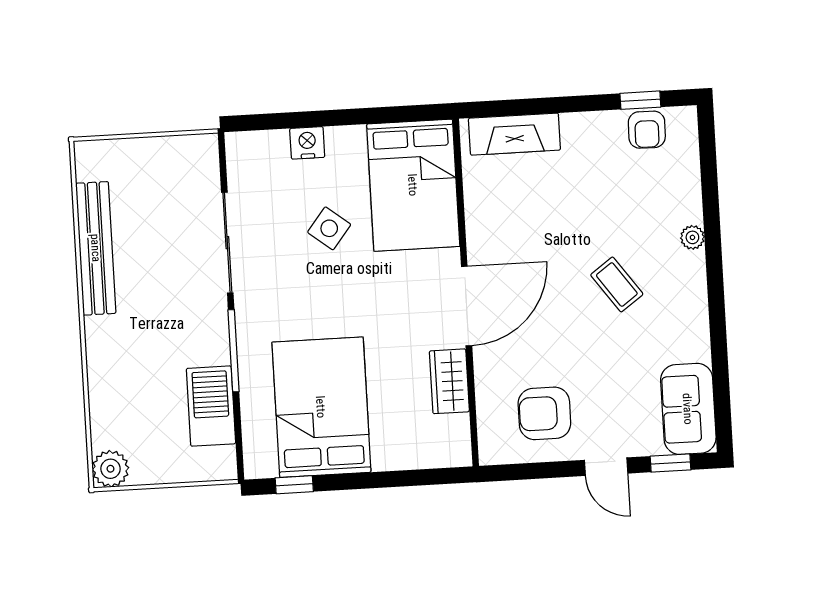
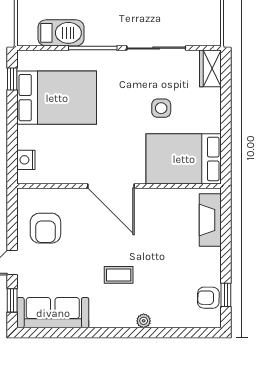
nightstand: (307, 143) -> (26, 160), moved, turned 180
side table: (329, 228) -> (161, 108), turned -38
coffee table: (617, 284) -> (119, 275), turned 36
wardrobe: (449, 381) -> (210, 68), moved, turned -90
sofa: (688, 409) -> (53, 313), width x1.36
armchair: (544, 413) -> (45, 228), turned 180

